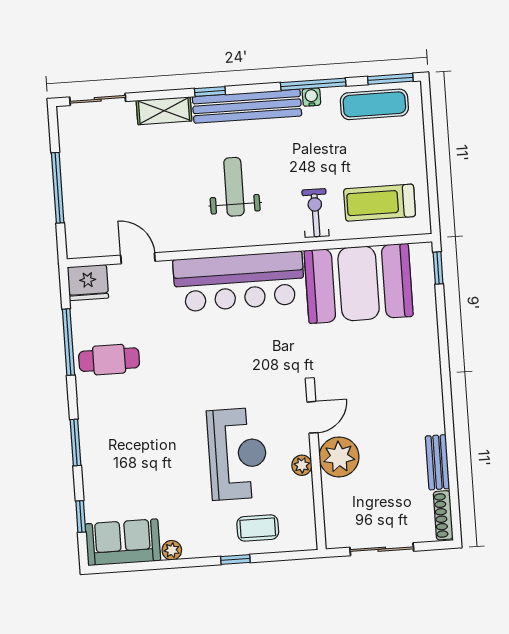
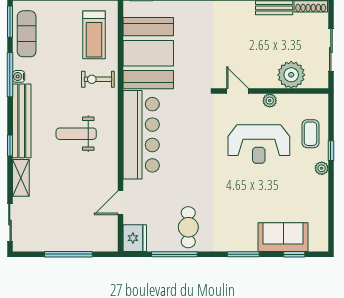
reception desk: (237, 454) -> (259, 144), turned 180
plant: (339, 457) -> (291, 75), moved
sofa: (123, 542) -> (283, 237), moved, turned 90
plant: (172, 550) -> (322, 168), moved

